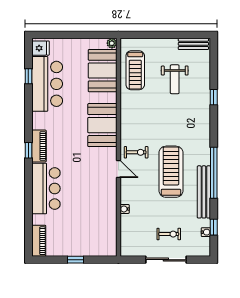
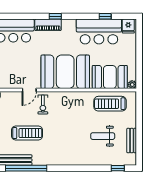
bench: (193, 44) -> (132, 141), moved
window: (214, 97) -> (118, 168), moved
booth: (102, 125) -> (65, 72), width x1.36, depth x1.42
window: (28, 150) -> (55, 16), moved
treadmill: (171, 172) -> (27, 133), width x0.73, depth x0.73

